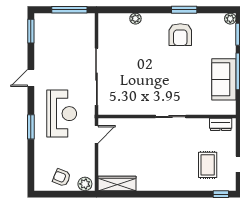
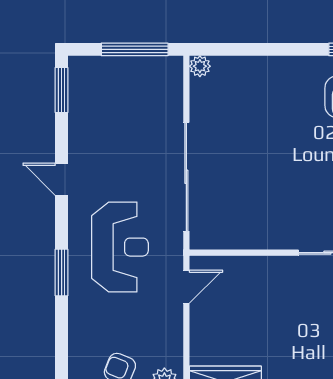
plant: (135, 19) -> (200, 66), moved
door: (31, 78) -> (62, 179), hinge flipped

